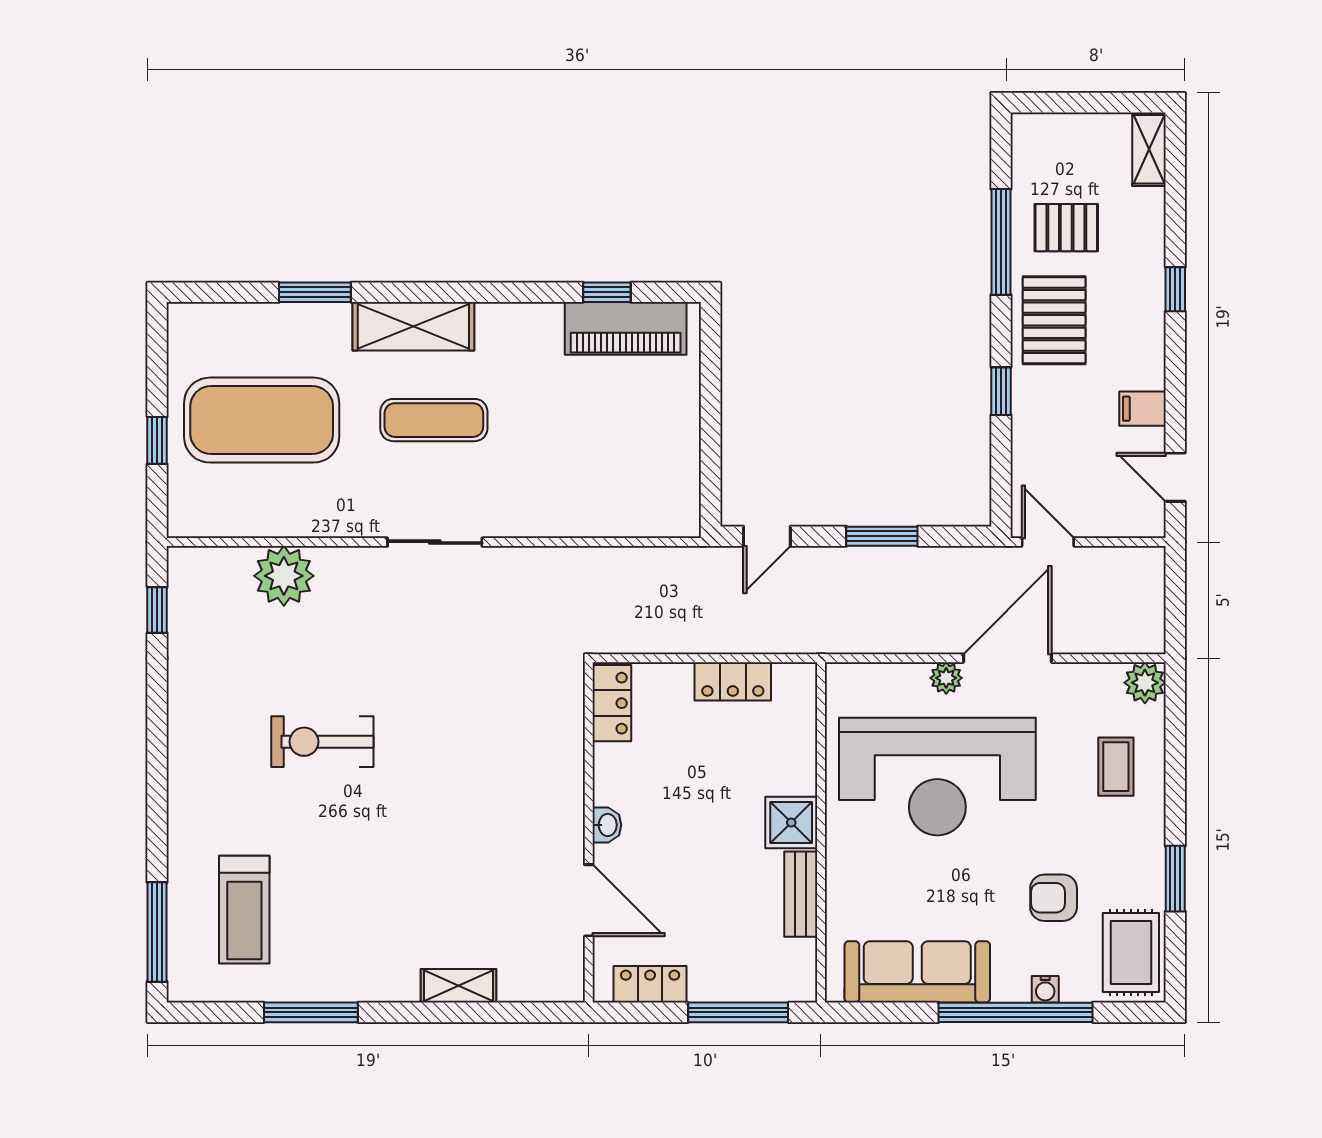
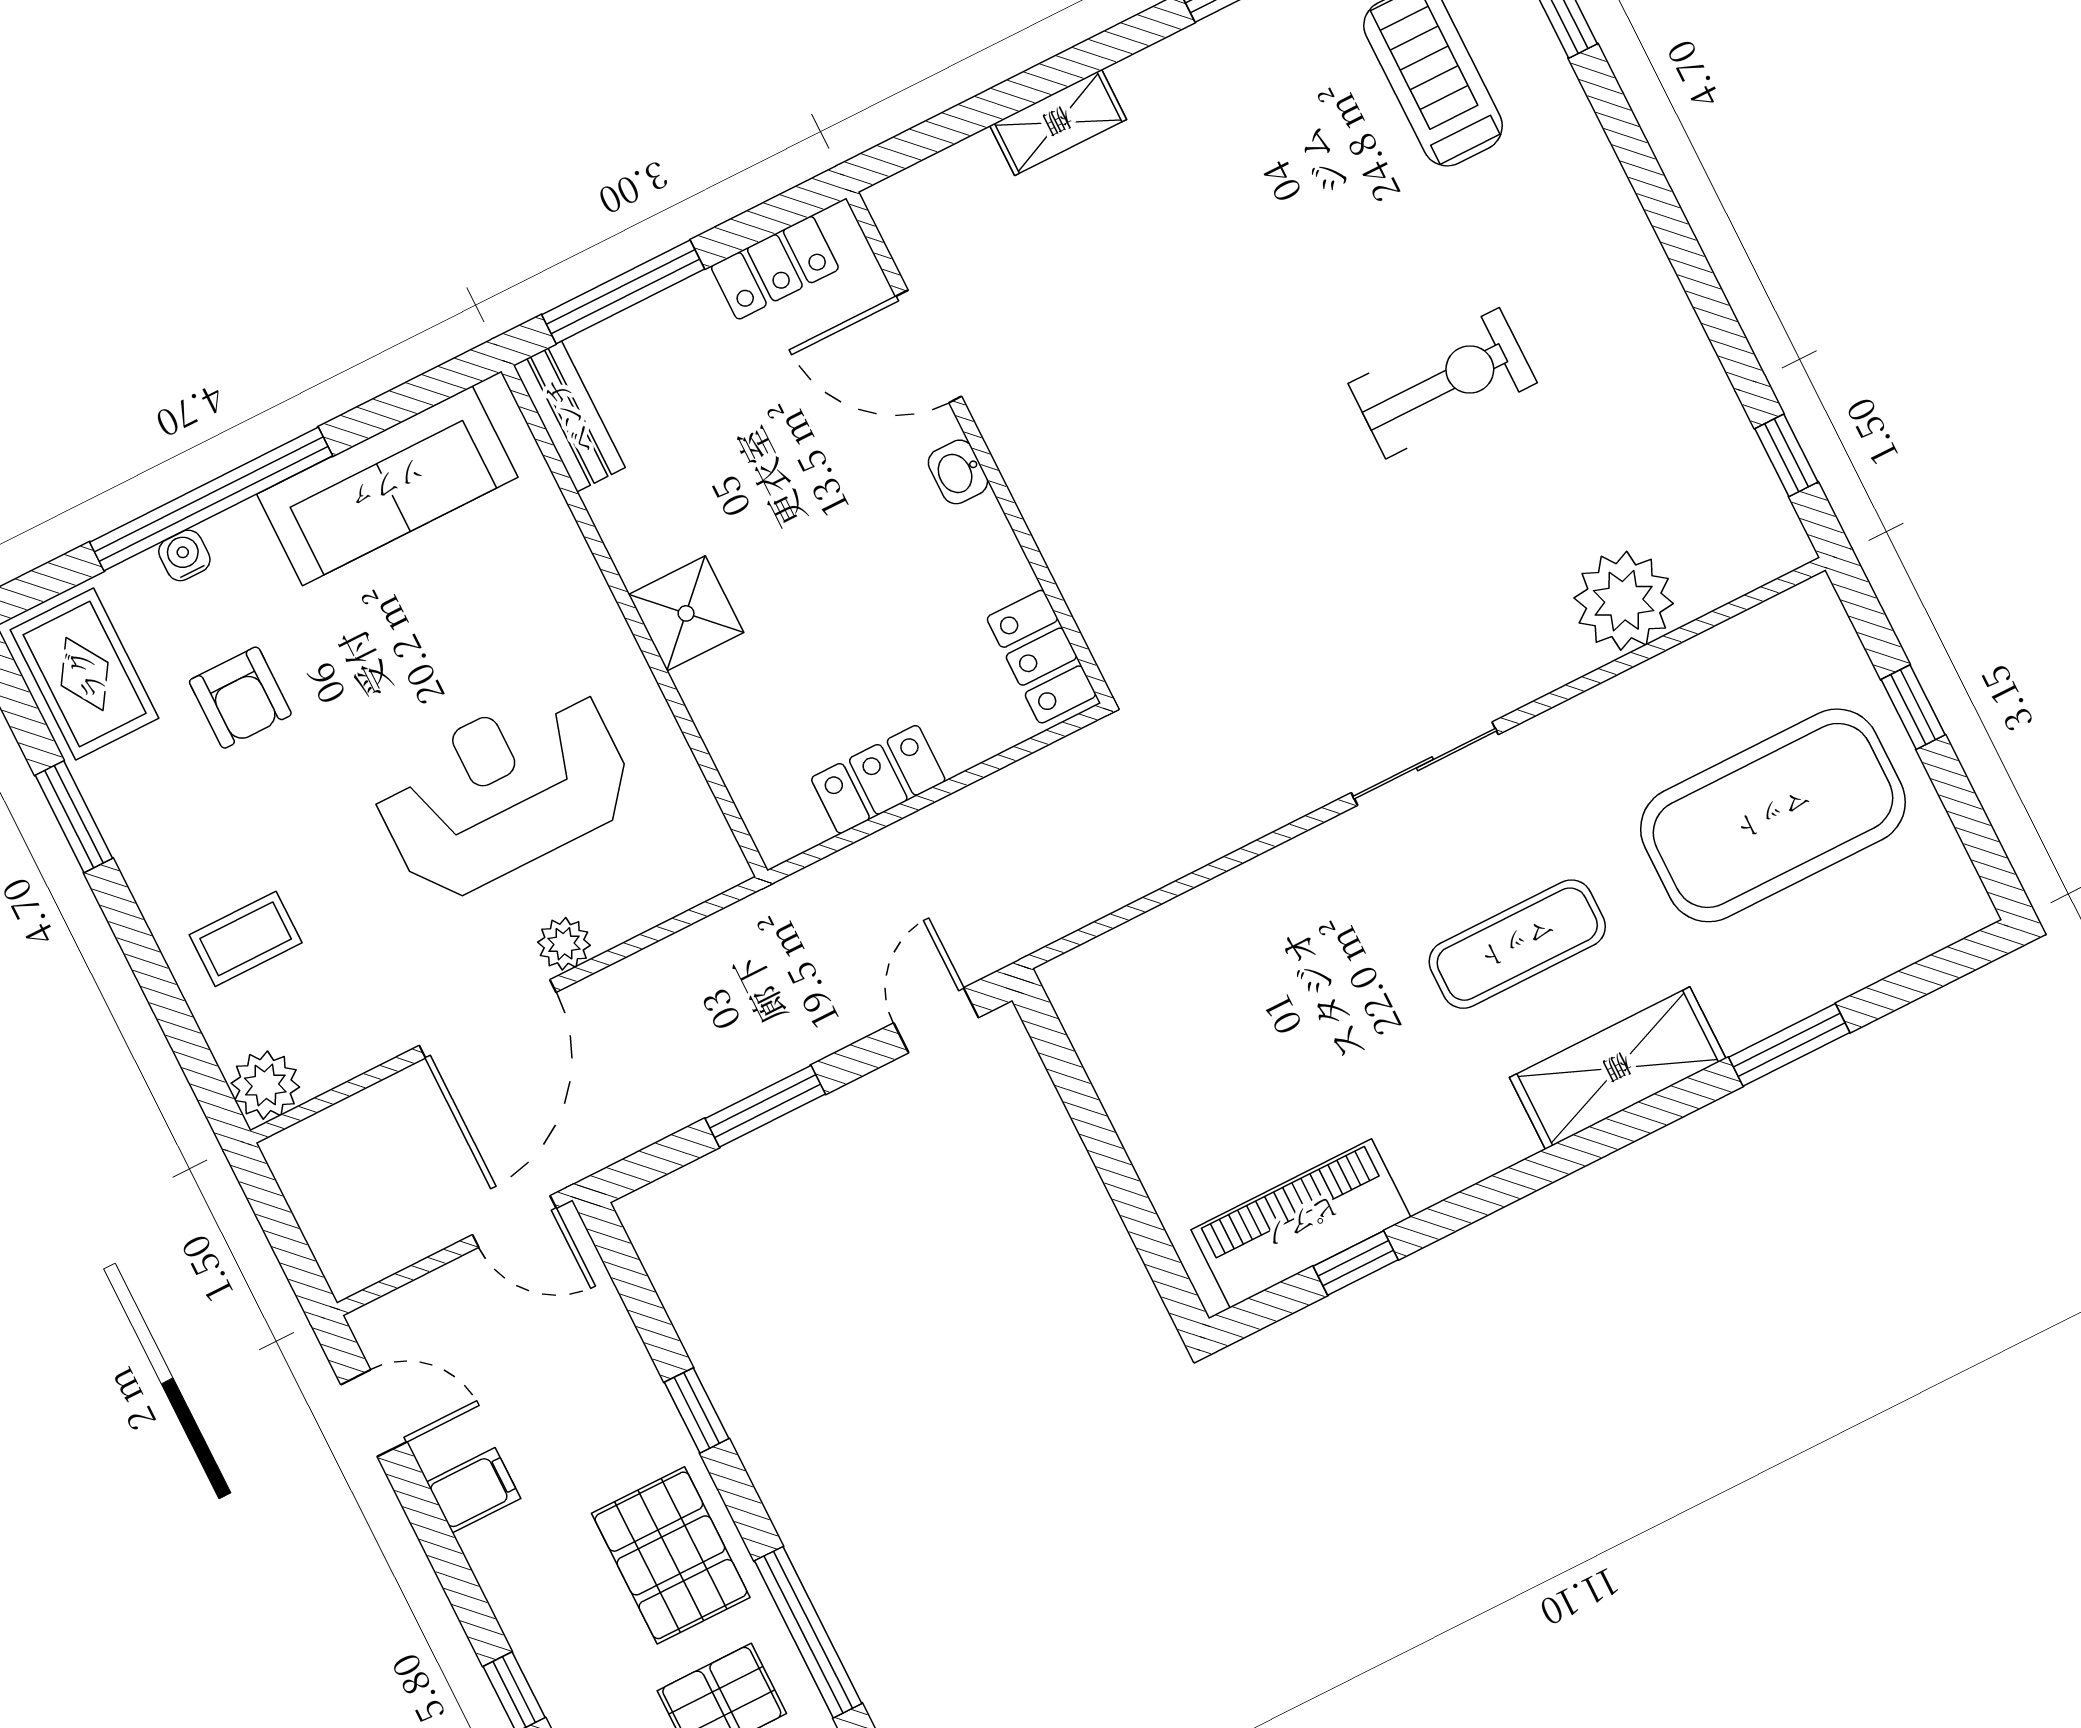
coffee table: (1116, 767) -> (246, 939), turned 90
reception desk: (937, 777) -> (503, 791), width x0.74, depth x0.77
bench: (801, 894) -> (569, 416), moved
armchair: (1054, 898) -> (240, 698), turned 90

